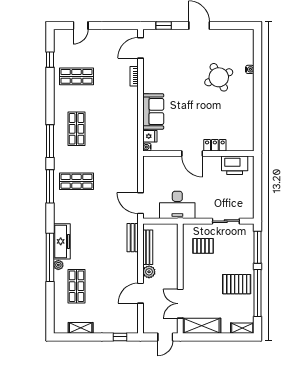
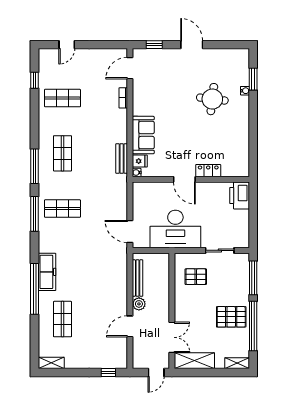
window: (258, 58) -> (253, 79), added
round table: (219, 77) -> (212, 99), turned 33
printer: (235, 165) -> (240, 195), moved, turned 90
desk: (177, 205) -> (175, 229), width x1.36, depth x1.30
bench: (133, 238) -> (122, 159), moved
plant: (58, 265) -> (43, 297), removed
double door: (180, 304) -> (172, 337), swing flipped
shelving: (81, 328) -> (51, 363), moved

